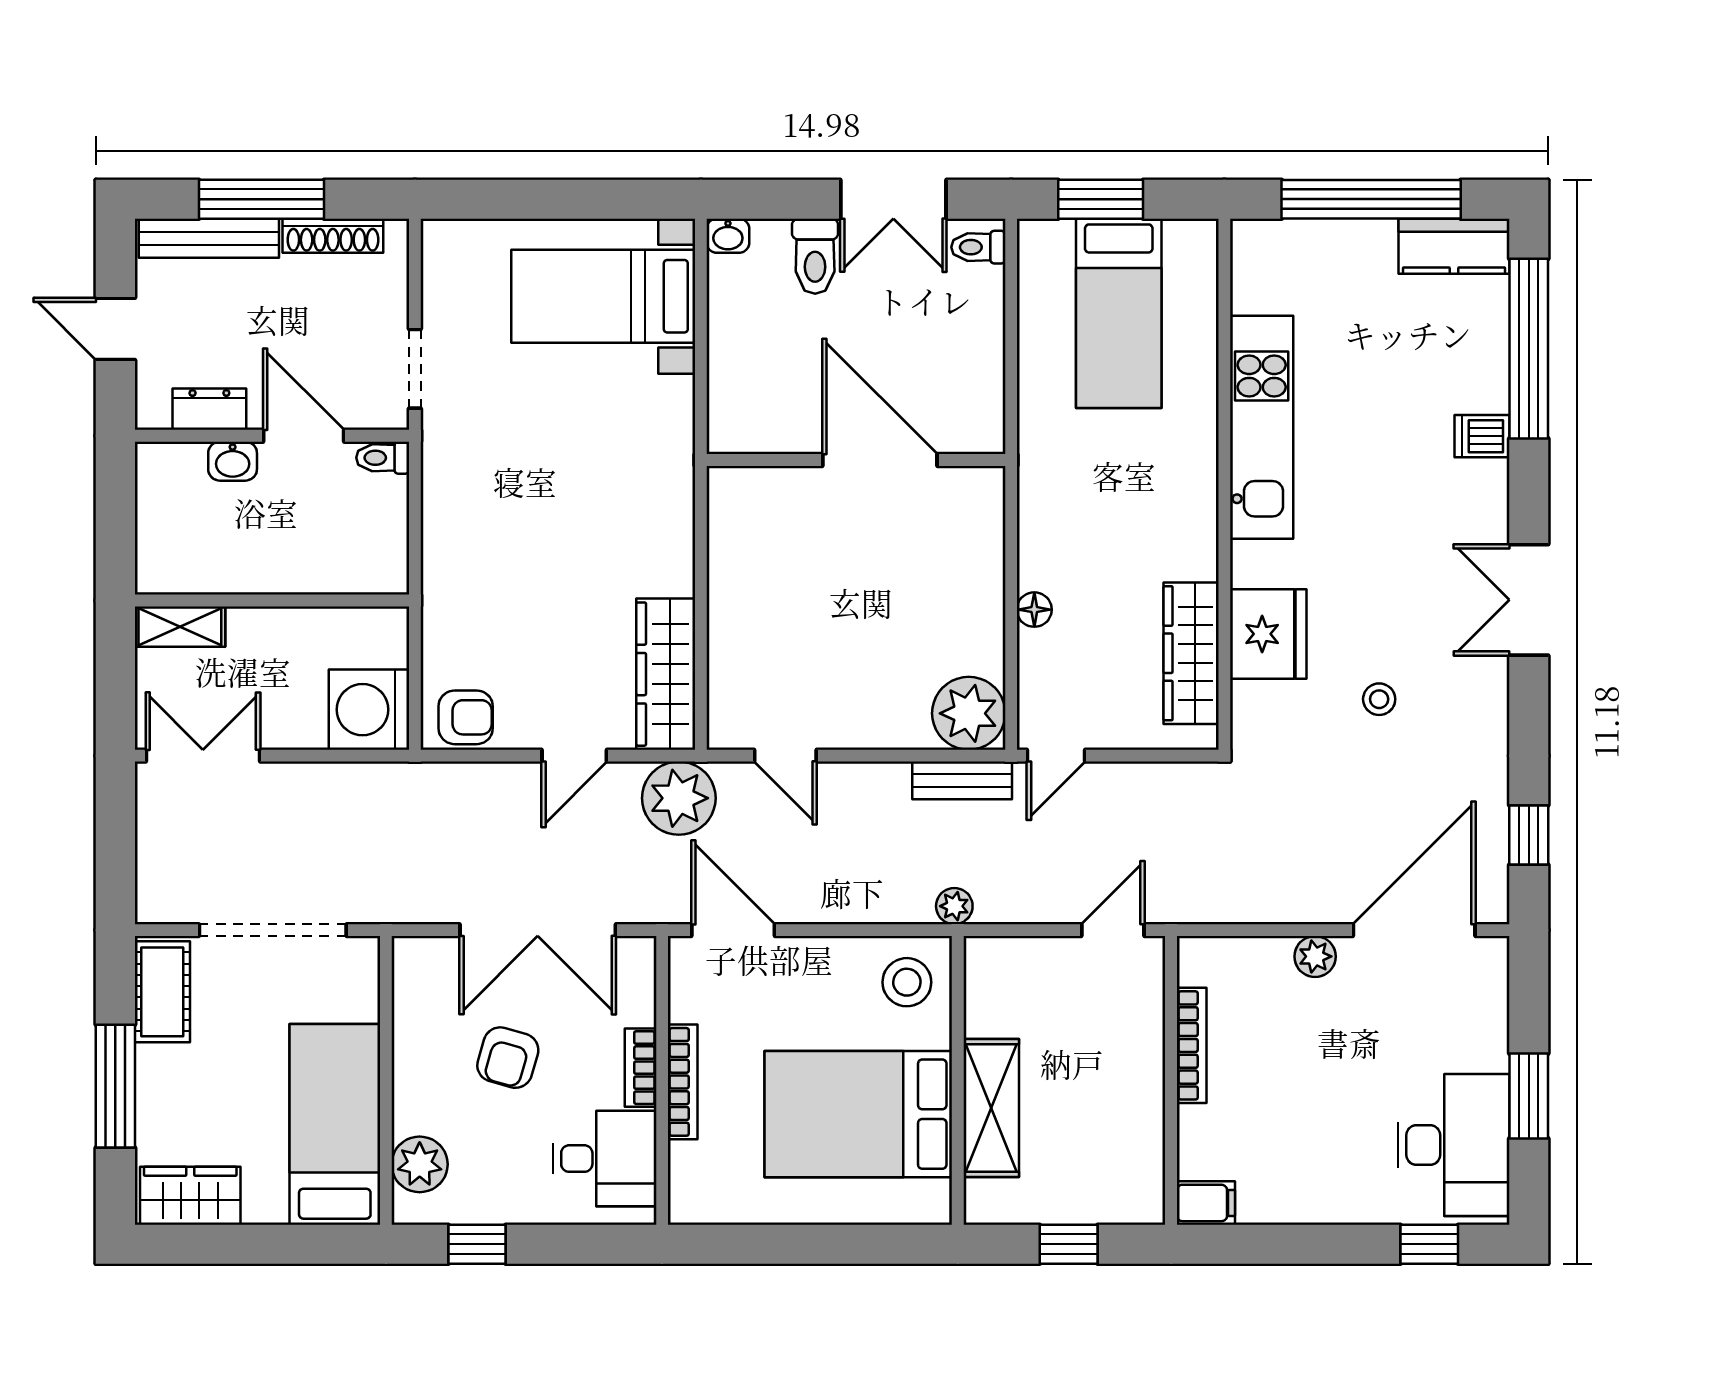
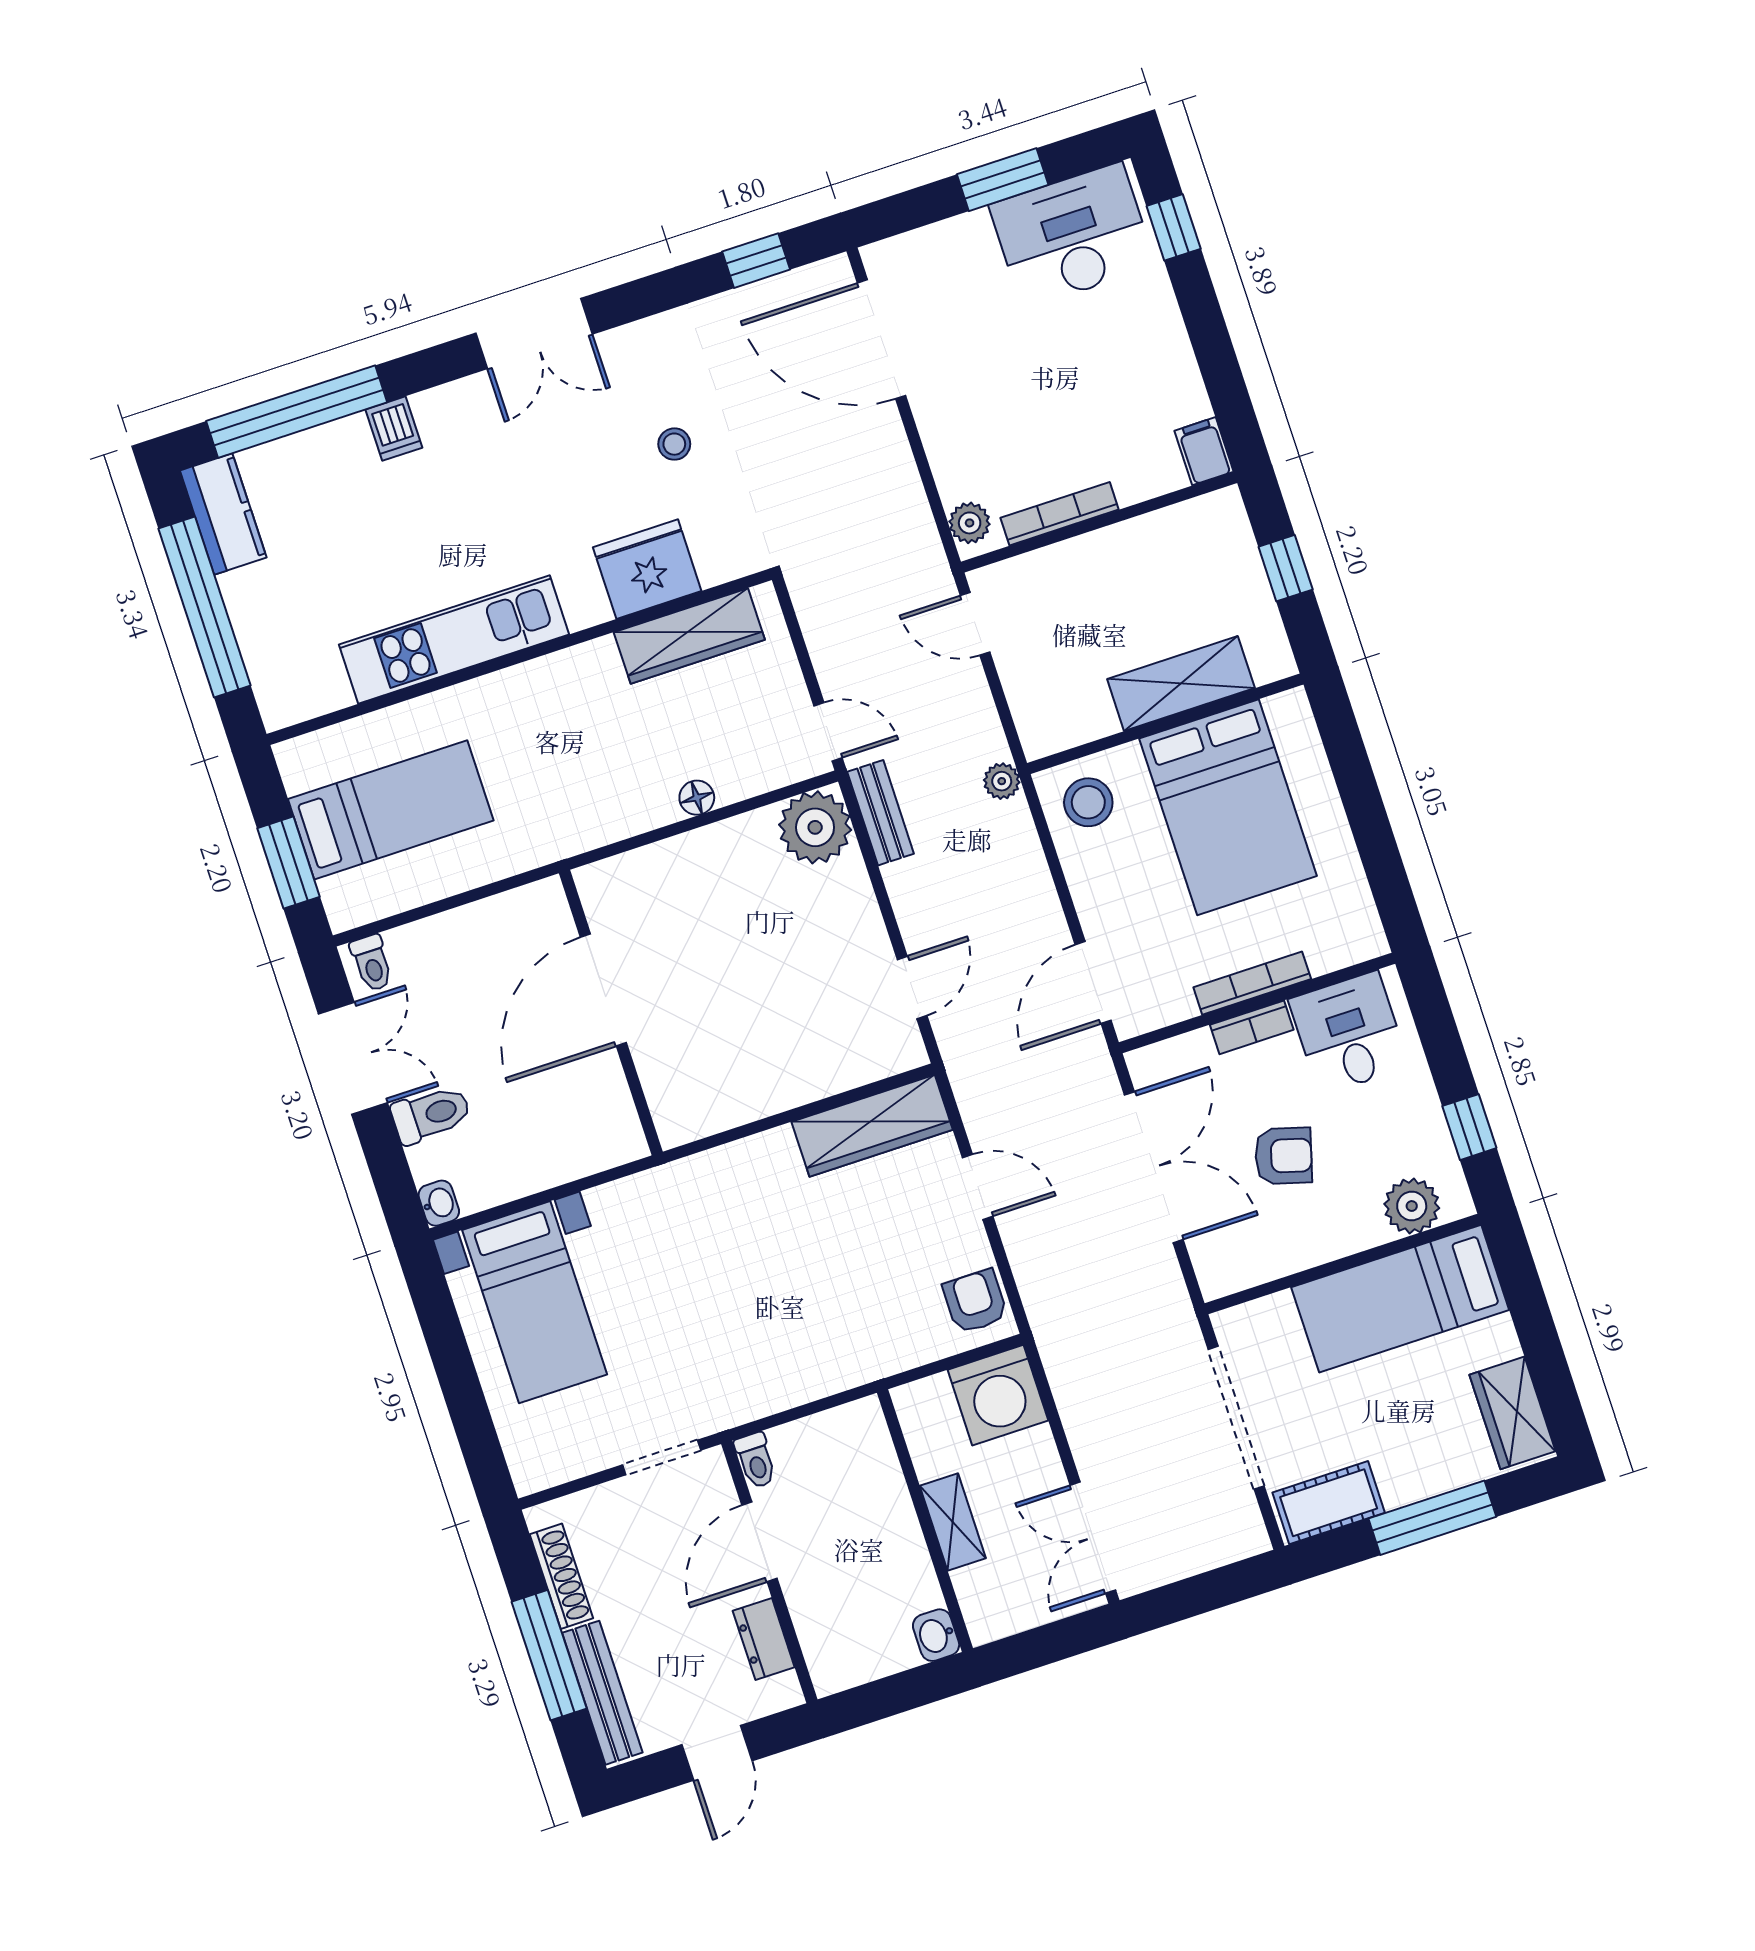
washbasin: (233, 461) -> (936, 1635), moved, turned 180
shelving: (180, 627) -> (953, 1522), moved
plant: (679, 798) -> (985, 1075), removed
plant: (1315, 956) -> (970, 523), moved

